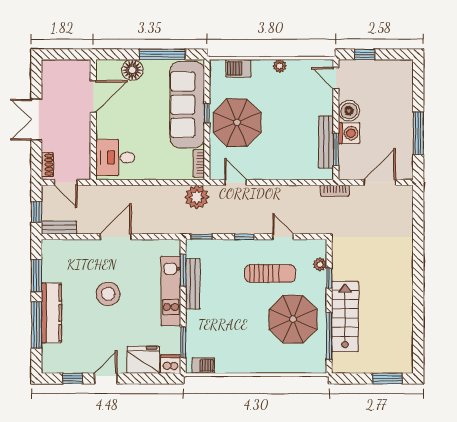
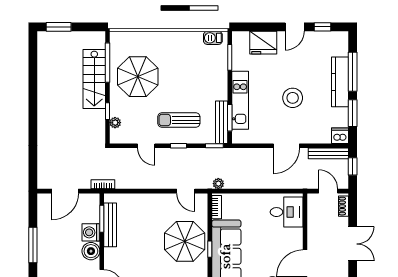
window: (418, 133) -> (33, 245), moved
plant: (197, 197) -> (218, 184), width x0.53, depth x0.53
bench: (59, 228) -> (328, 153), width x1.36
sun lounger: (270, 273) -> (179, 120), moved
bench: (193, 284) -> (222, 122), moved
dishwasher: (171, 364) -> (340, 136), moved, turned 180

